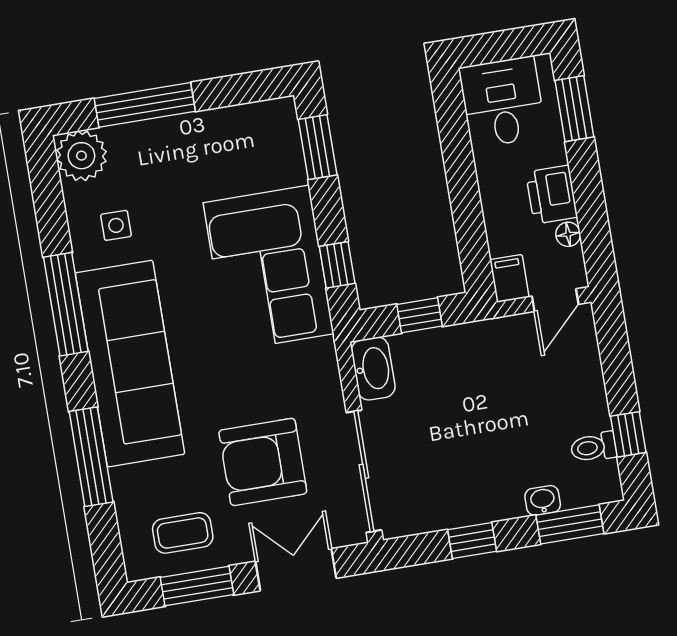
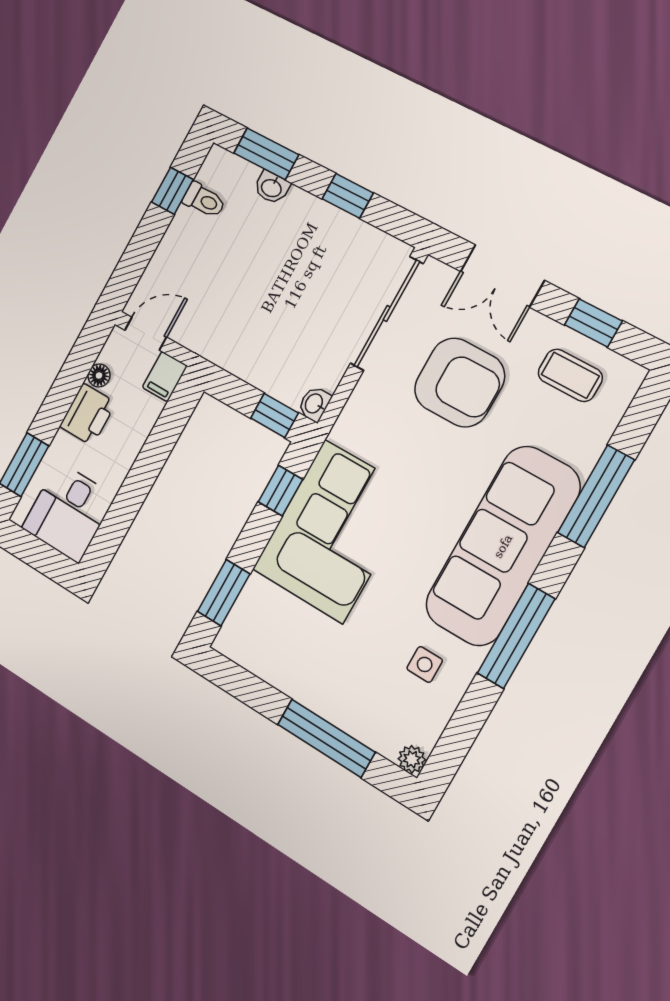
plant: (81, 156) -> (412, 759), width x0.53, depth x0.53
window: (420, 315) -> (274, 415), moved
washbasin: (373, 369) -> (314, 404), width x0.52, depth x0.69
window: (197, 586) -> (593, 323), width x0.67

